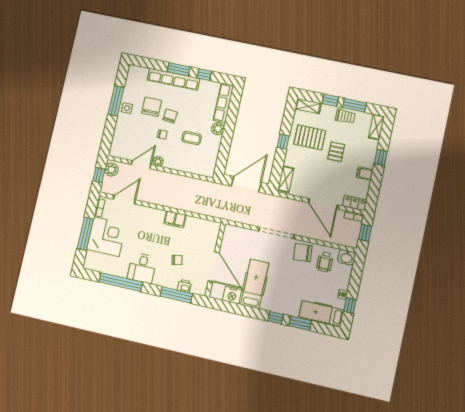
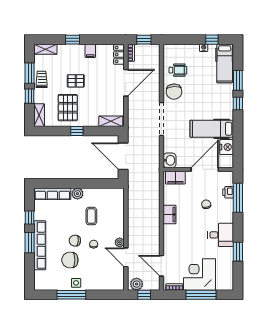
filing cabinet: (212, 234) -> (175, 178), added
washbasin: (347, 257) -> (170, 160), moved
window: (121, 282) -> (238, 252), width x0.47

